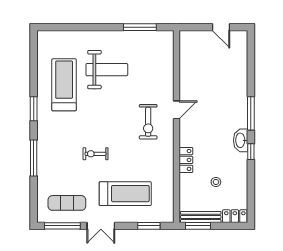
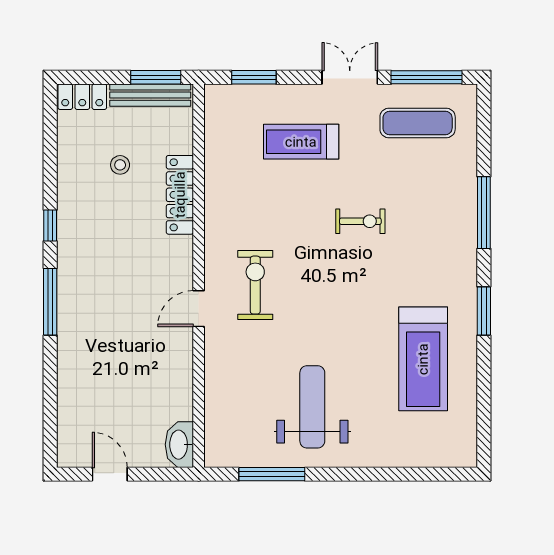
weight bench: (107, 70) -> (312, 407), moved, turned 90
washbasin: (241, 140) -> (179, 445), moved, turned 180
locker: (186, 160) -> (180, 195), width x1.53
treadmill: (125, 194) -> (301, 142), width x0.73, depth x0.73

